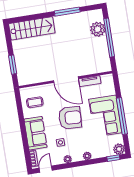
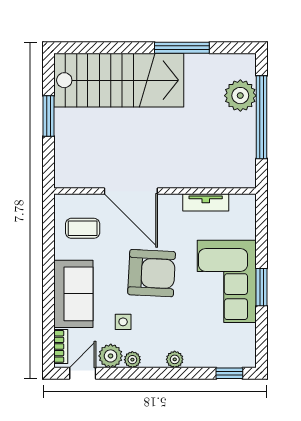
stairs: (32, 28) -> (119, 80), width x1.36, depth x1.51
window: (13, 65) -> (48, 116), moved
door: (66, 80) -> (131, 191), moved
window: (122, 116) -> (262, 287), width x0.47
plant: (119, 149) -> (111, 356), moved

